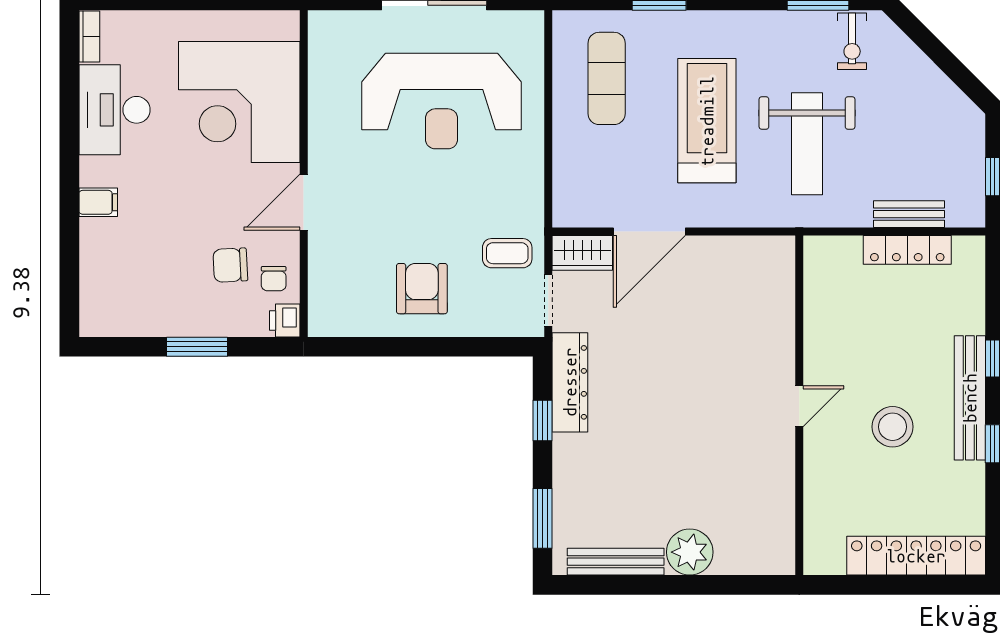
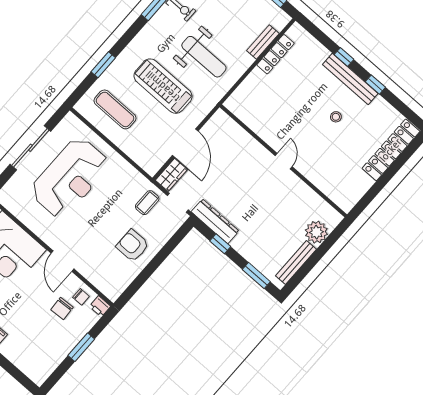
wall: (799, 405) -> (283, 161), moved
door: (799, 406) -> (284, 161), moved
stool: (893, 427) -> (336, 117), width x0.53, depth x0.53

